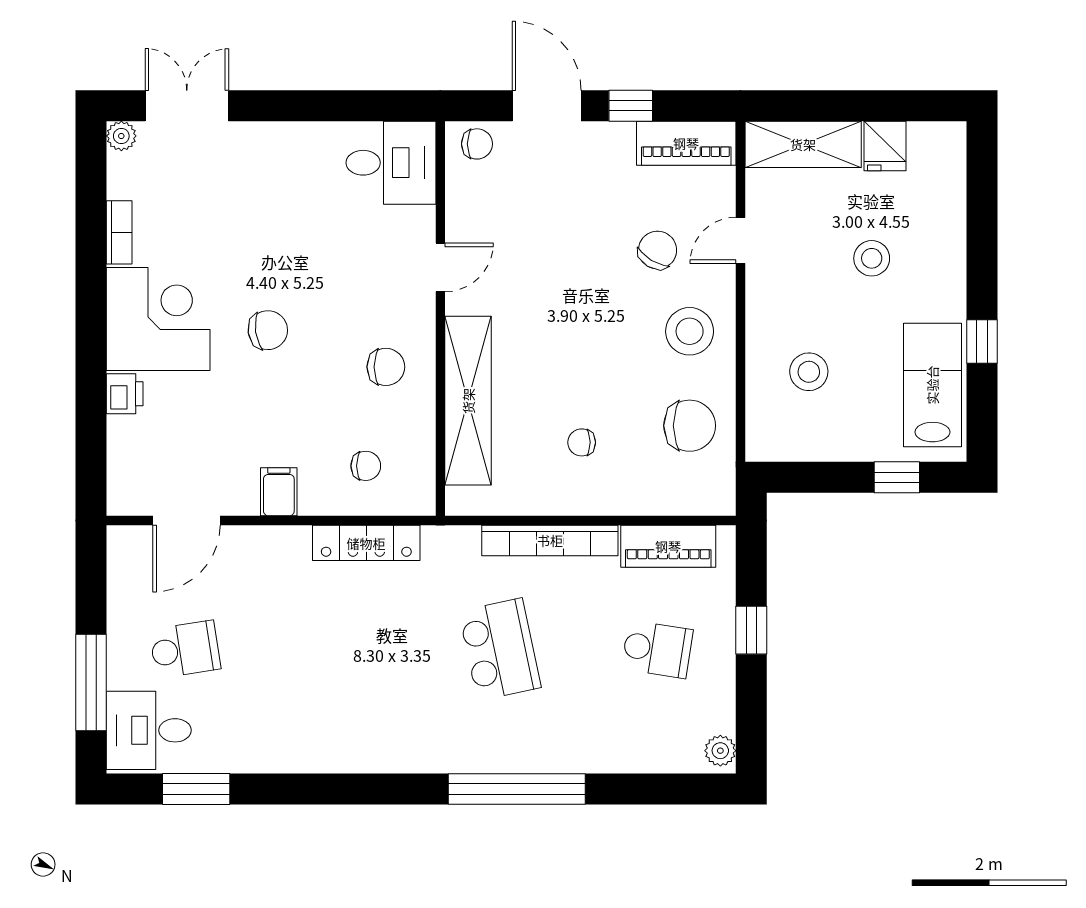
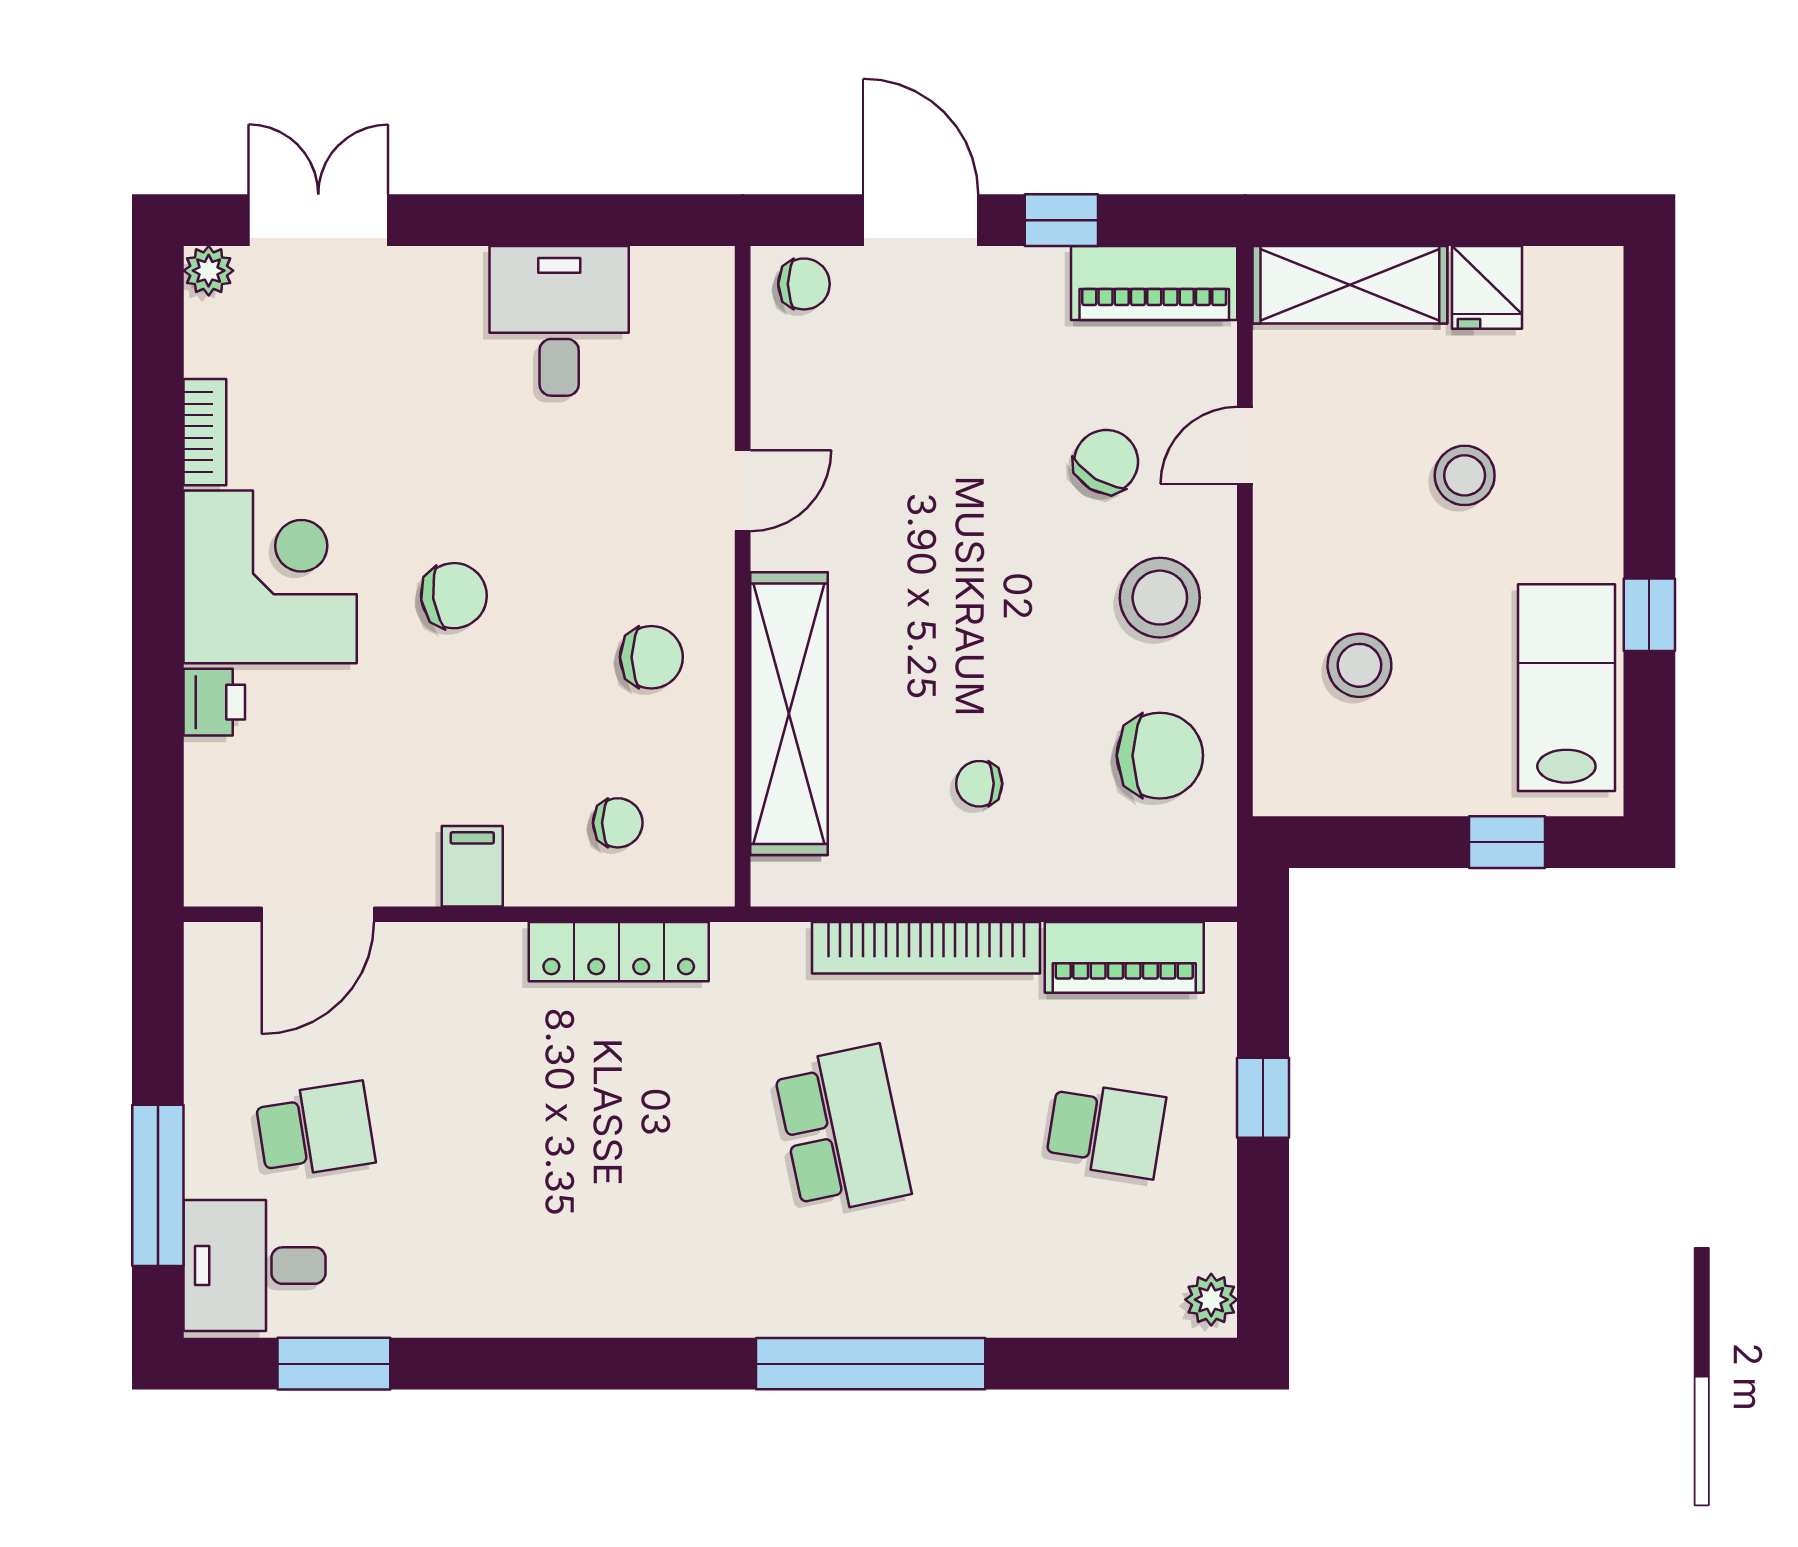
desk: (391, 163) -> (559, 321), moved, turned -90

